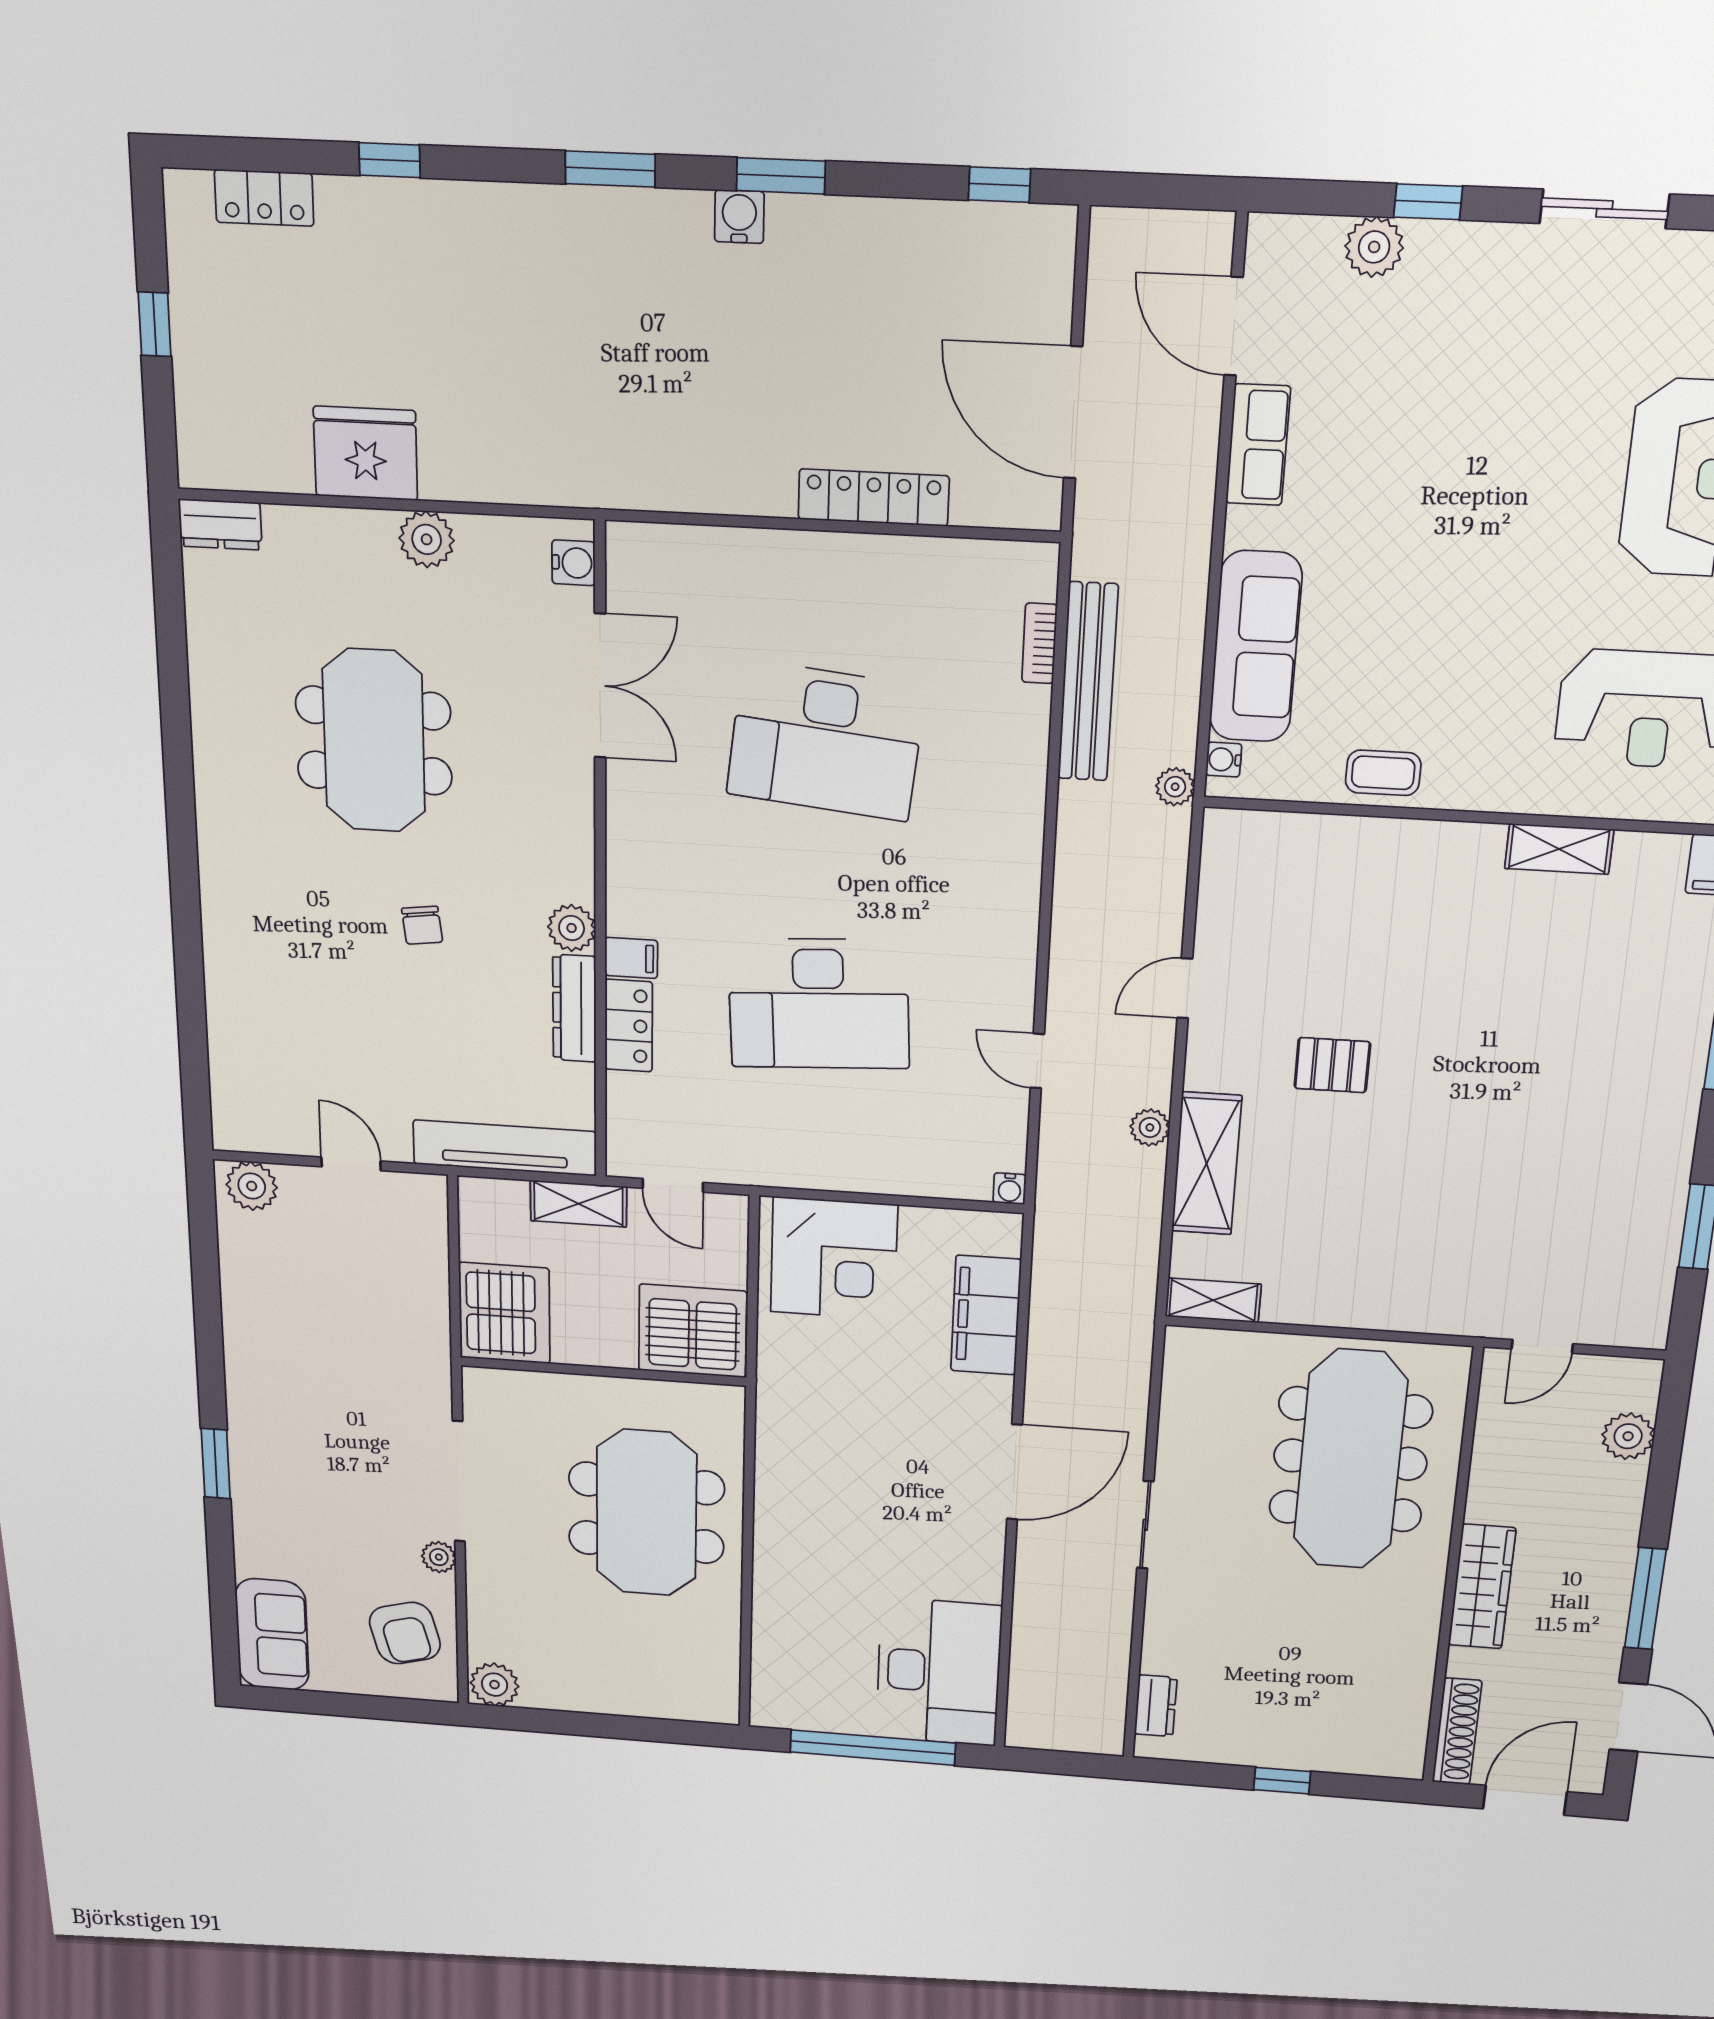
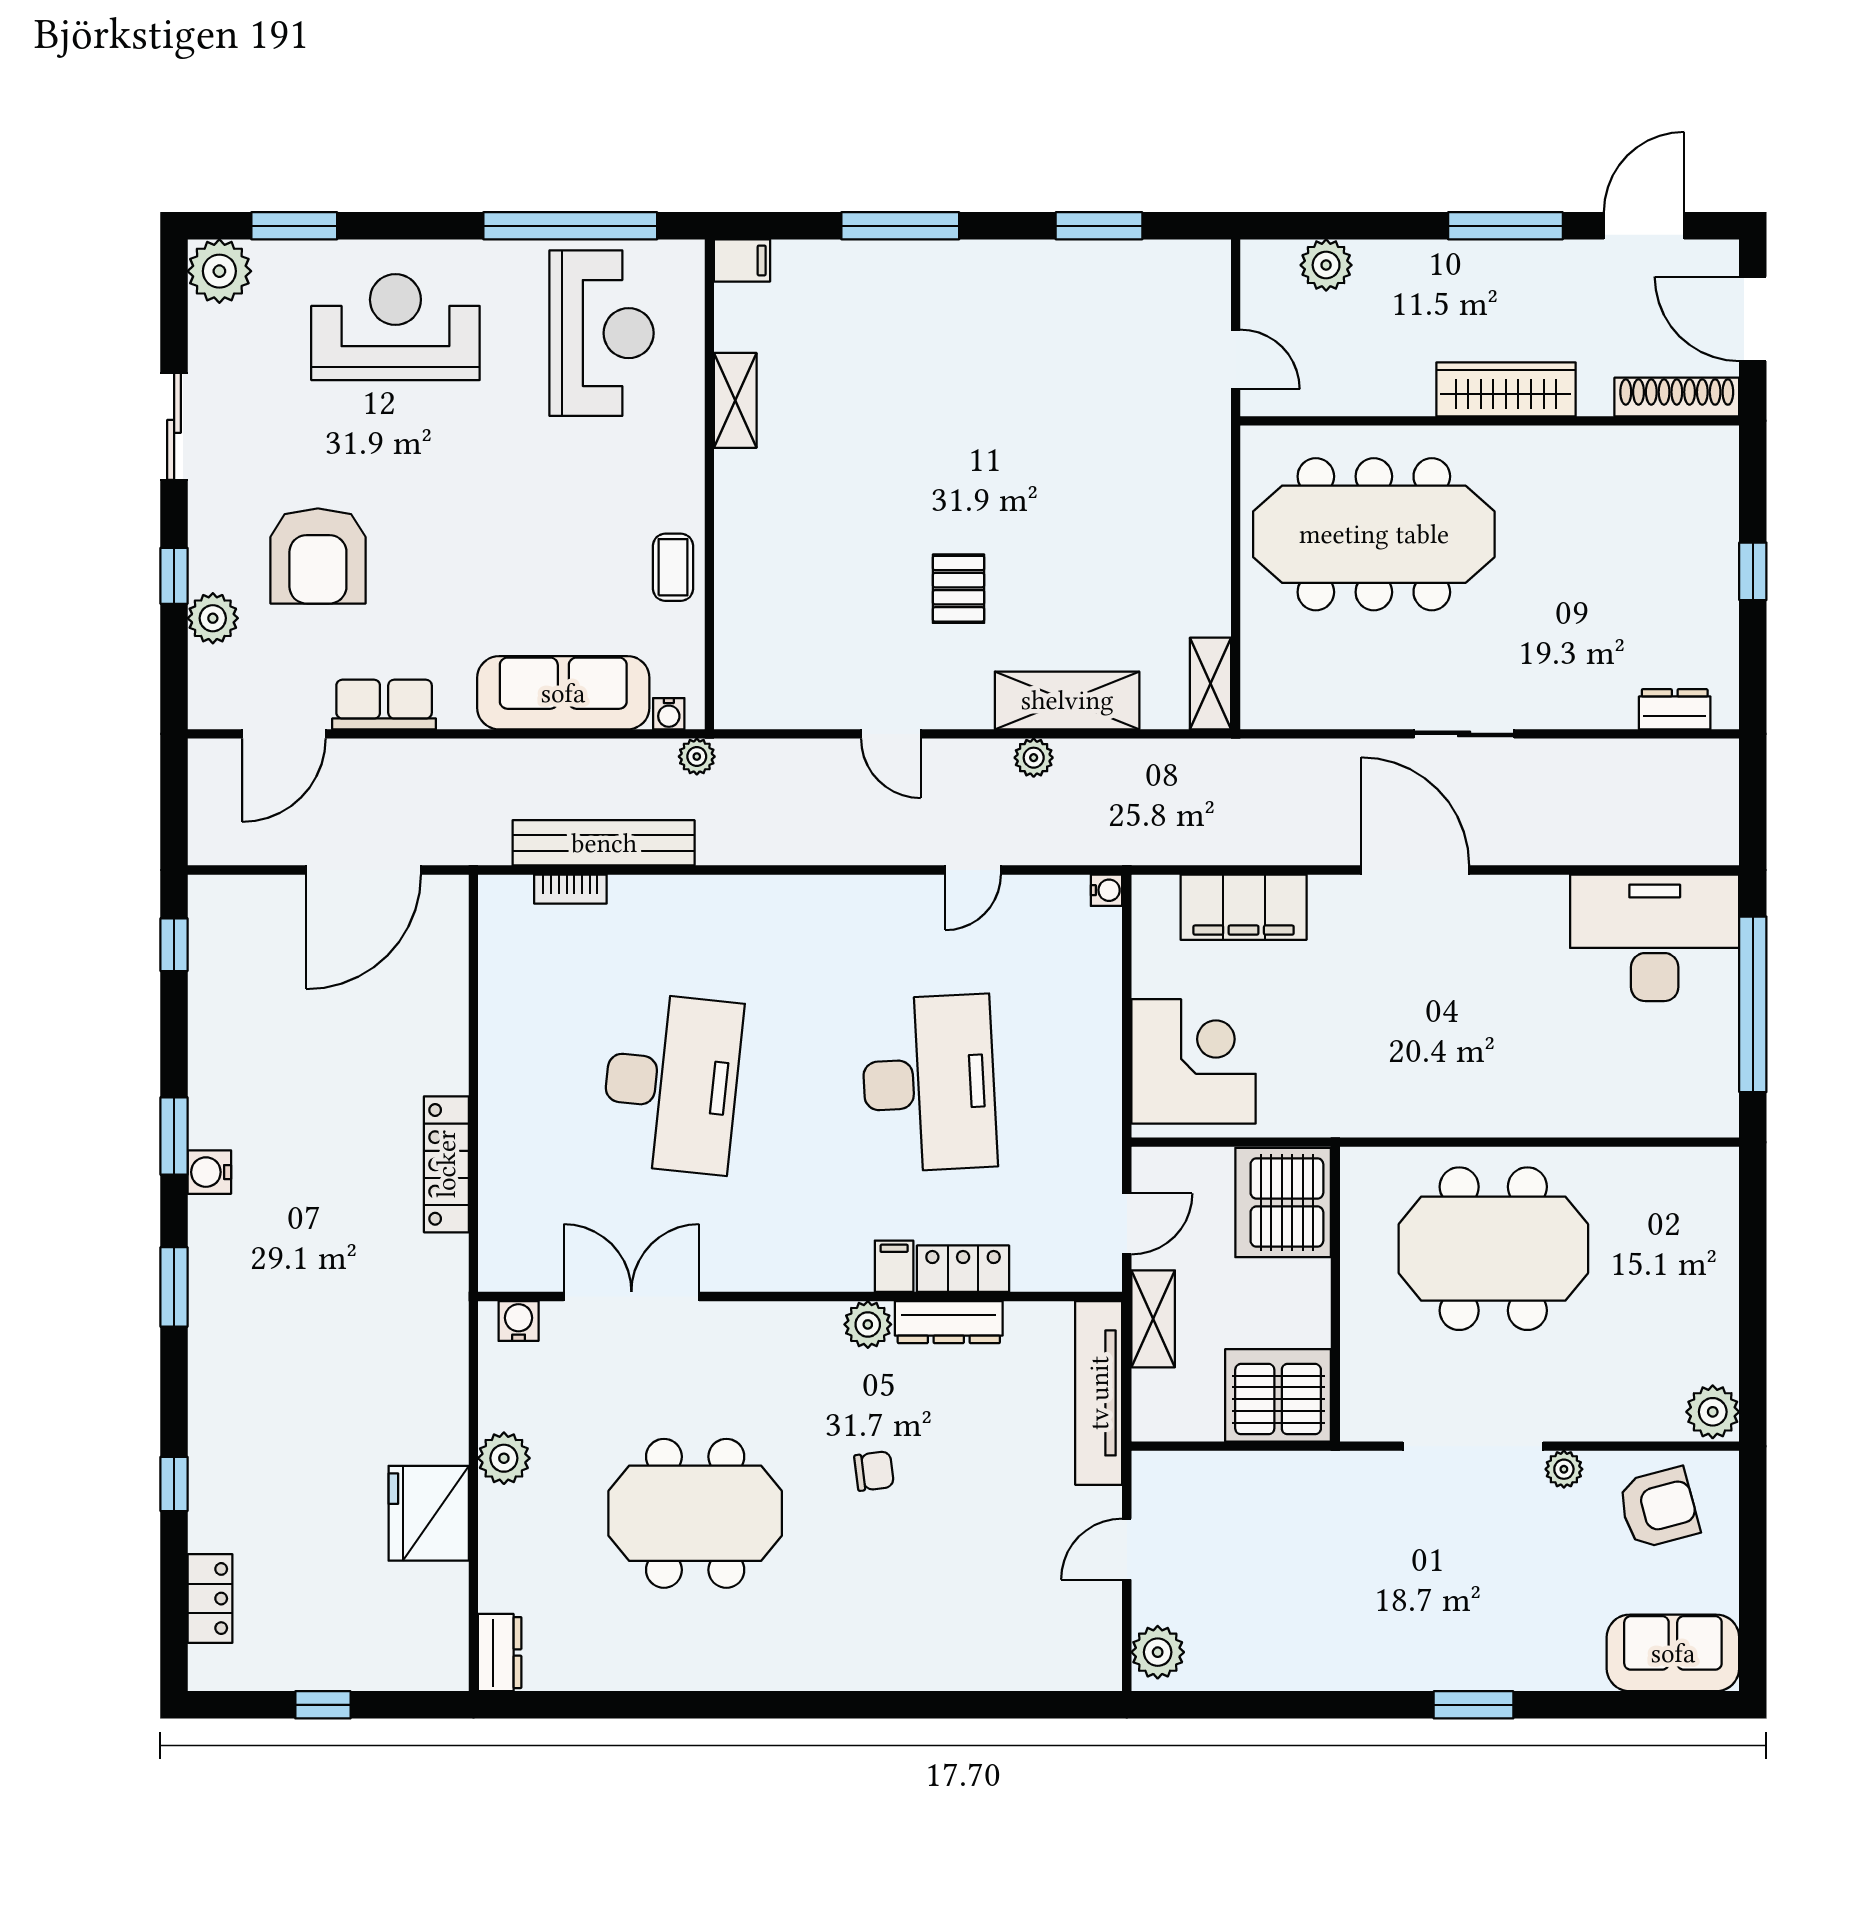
armchair: (1434, 376) -> (318, 556), added
locker: (874, 498) -> (446, 1164), moved

